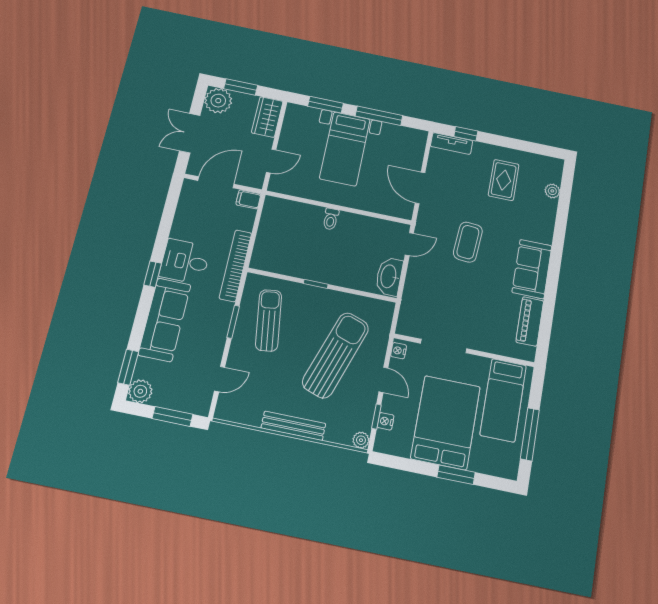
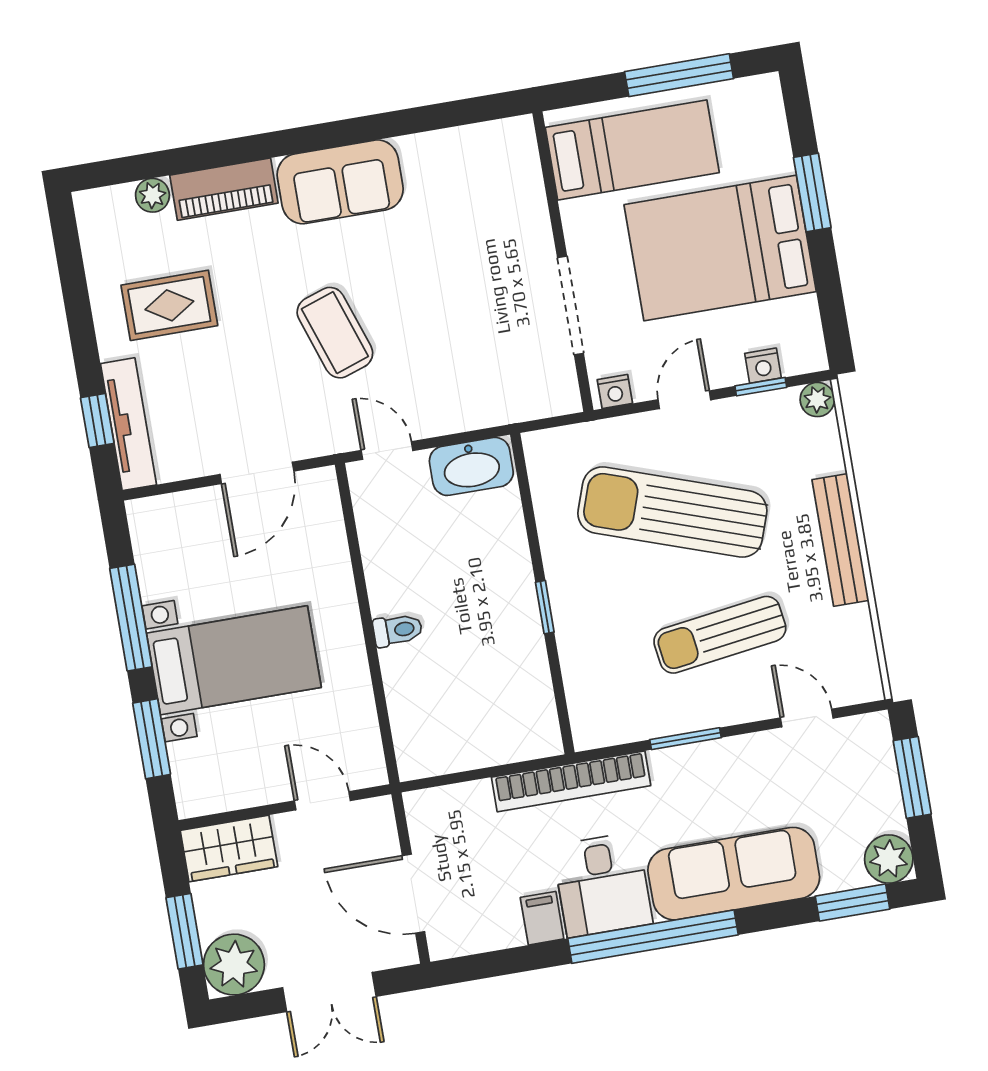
tv unit: (452, 144) -> (128, 424), width x1.41
filing cabinet: (248, 199) -> (542, 918), moved, turned 180
coffee table: (468, 242) -> (335, 333), turned 67
window: (153, 274) -> (653, 937), width x3.17
sun lounger: (269, 320) -> (720, 635), moved
piano: (530, 321) -> (224, 189), moved

